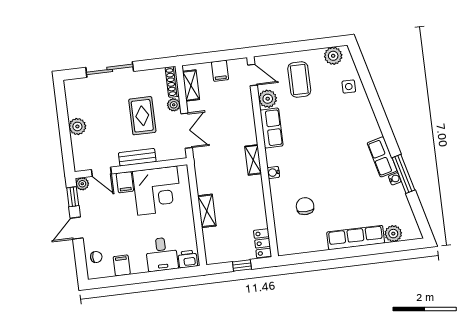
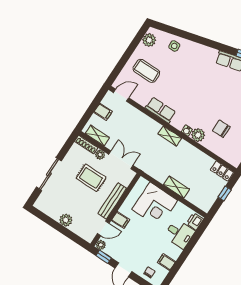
plant: (268, 99) -> (198, 135), moved
bench: (137, 157) -> (112, 201), width x1.36
corner desk: (157, 191) -> (155, 205), moved, turned 90

